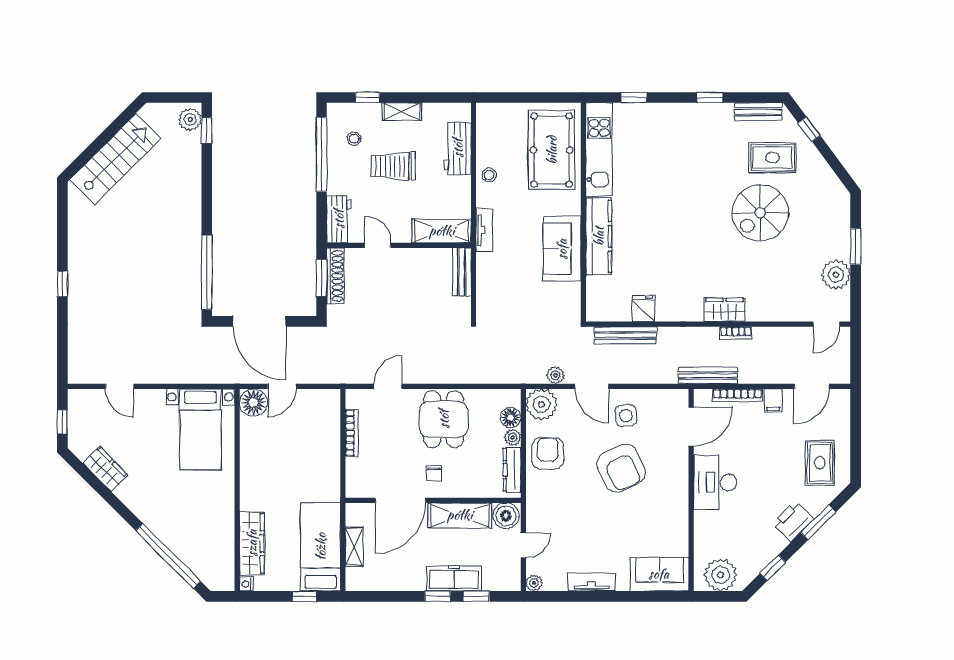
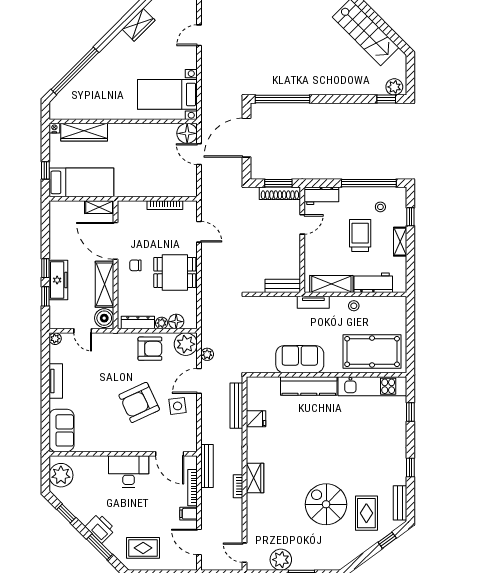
shelving: (442, 231) -> (331, 284), moved, turned 90
shelving: (354, 547) -> (99, 207), moved

